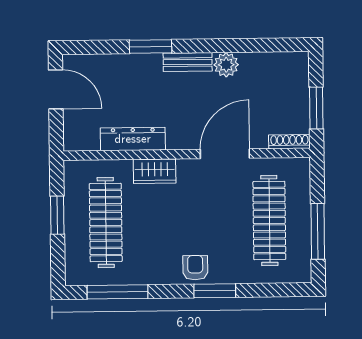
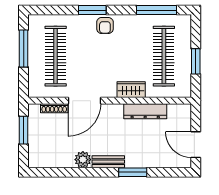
shoe rack: (289, 142) -> (54, 108), moved

